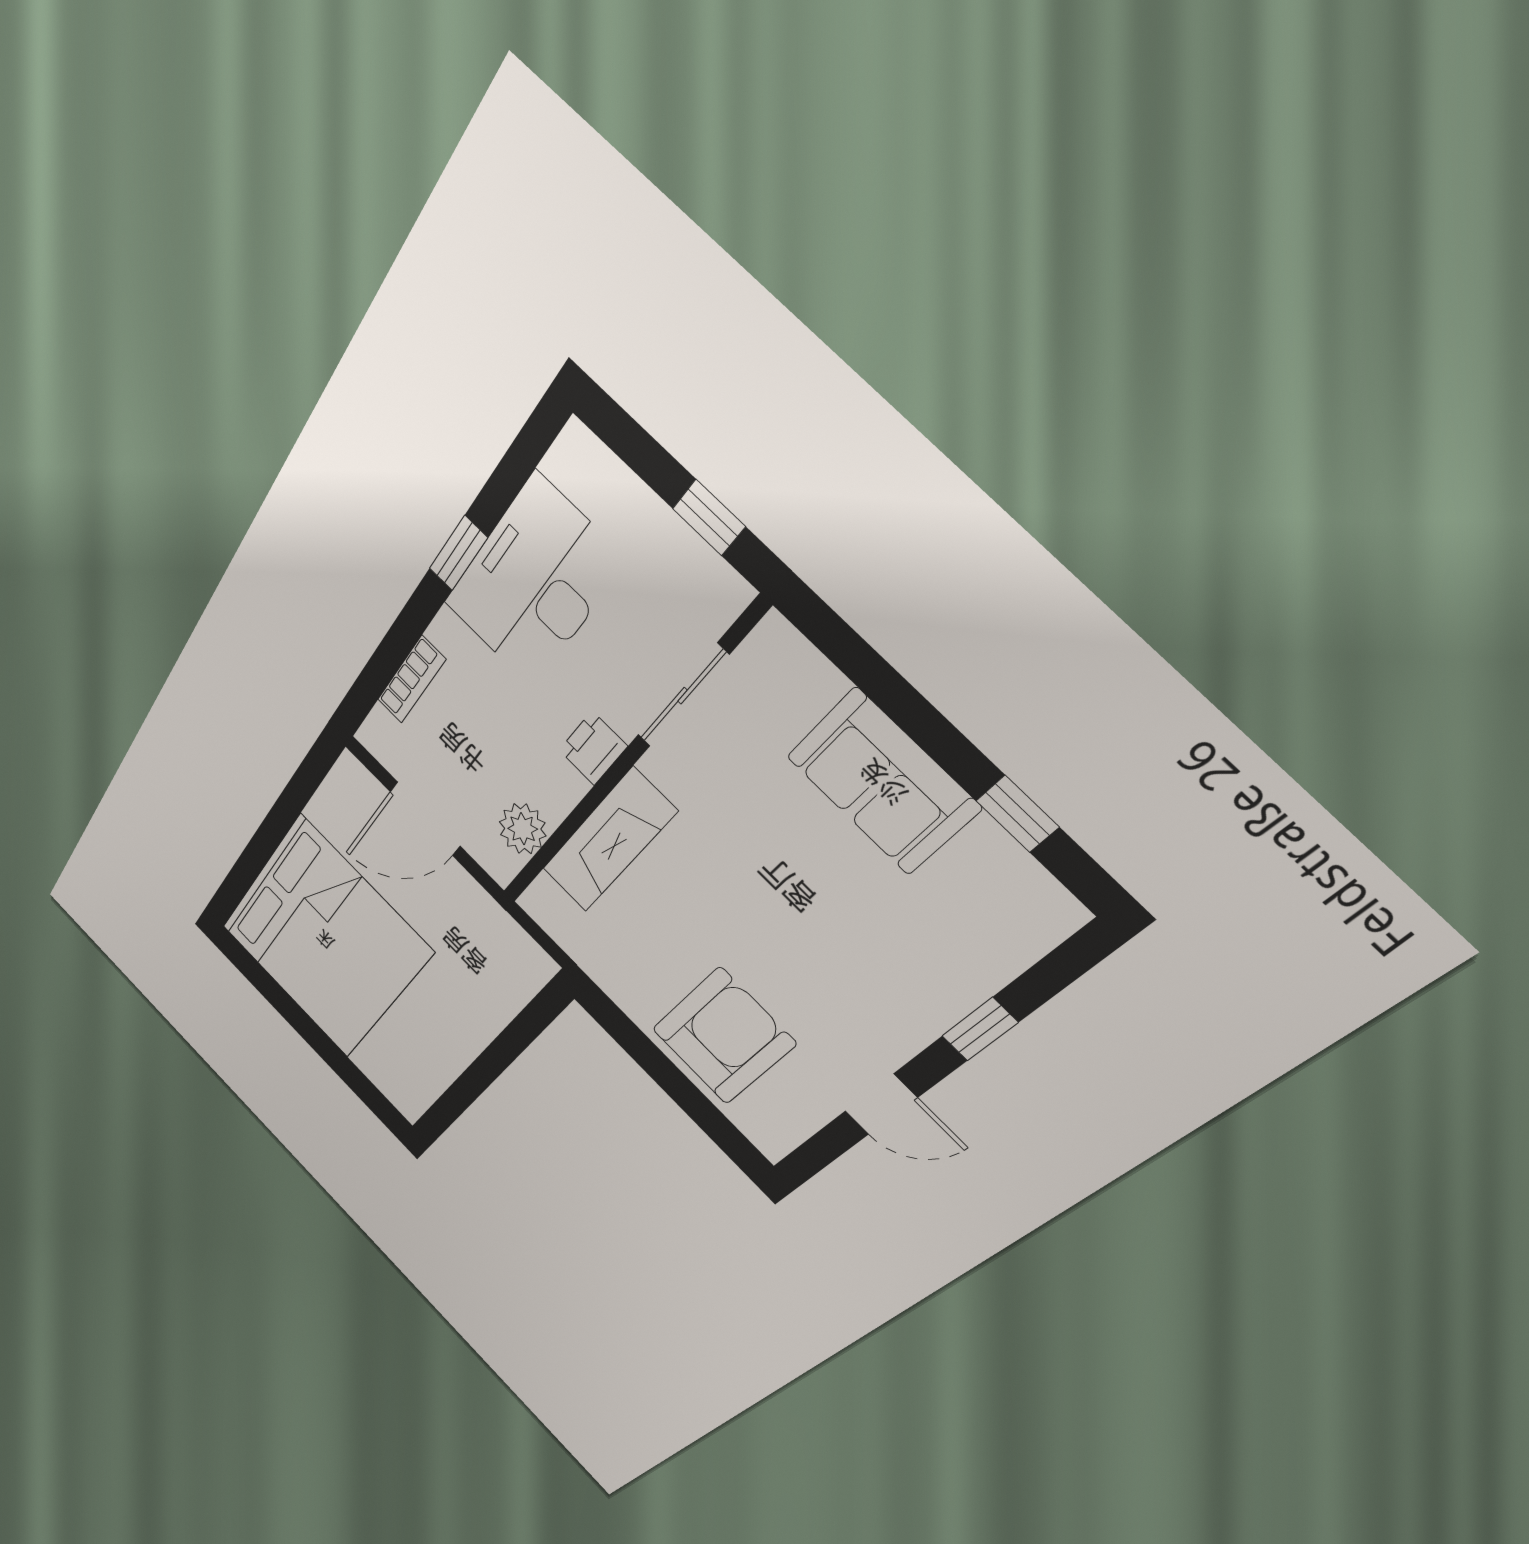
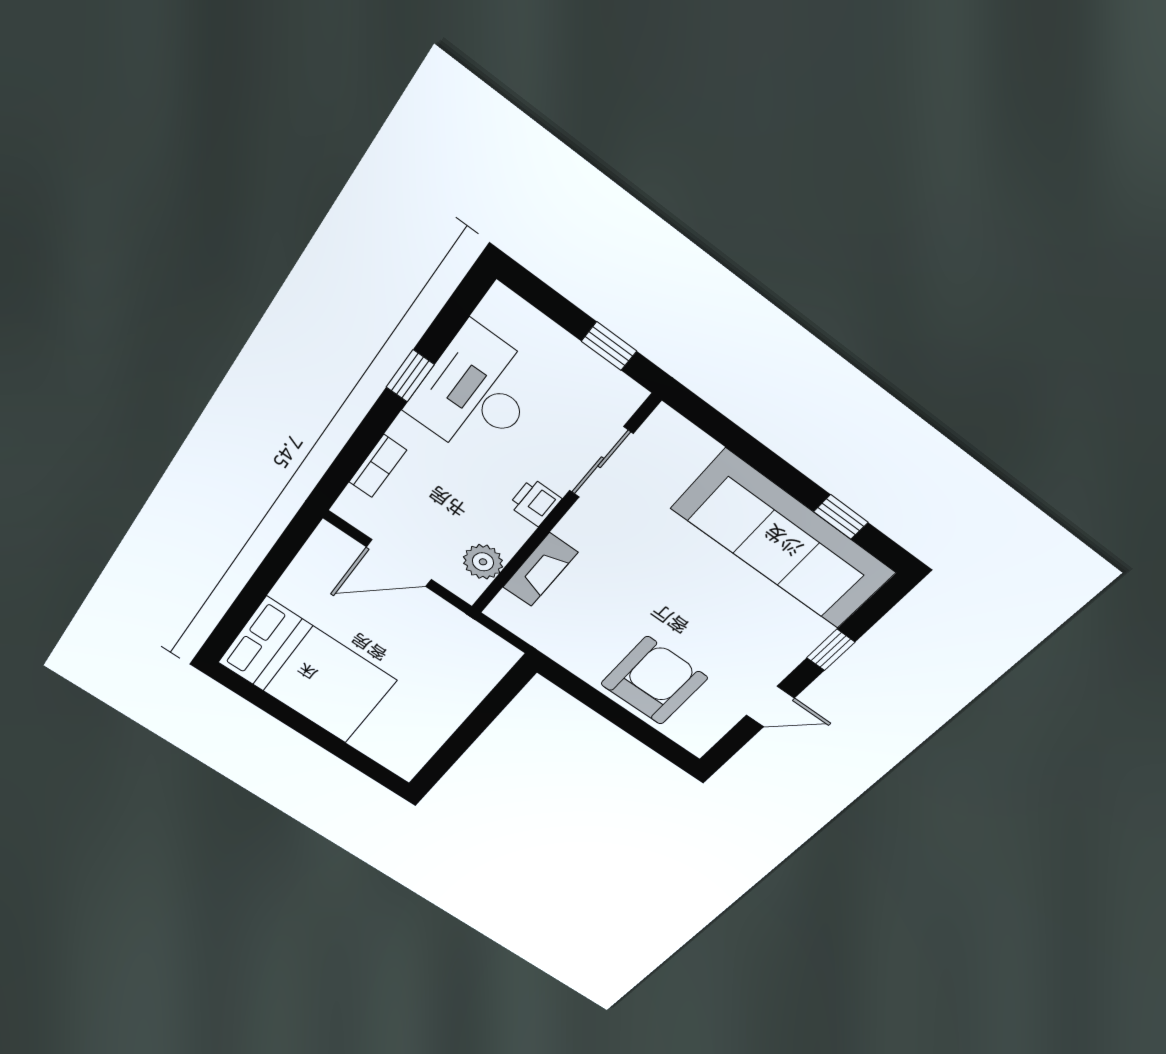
sofa: (883, 782) -> (783, 540), width x1.85, depth x1.27
fireplace: (609, 841) -> (540, 570), width x0.73, depth x0.76
bed: (325, 939) -> (307, 671), width x0.73

